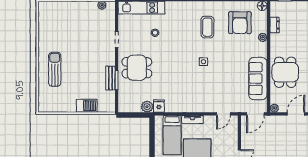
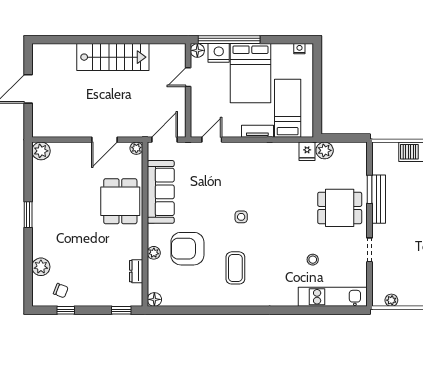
armchair: (240, 23) -> (187, 249), moved, turned -90
bench: (110, 78) -> (379, 199), width x1.36

